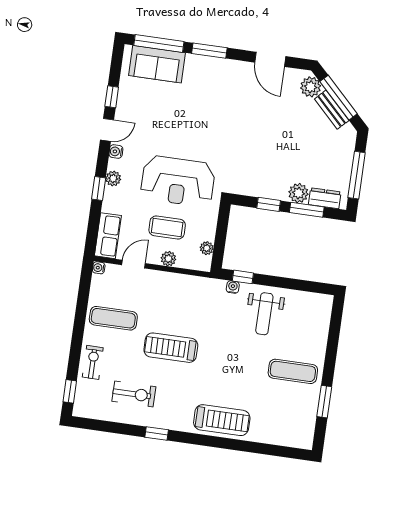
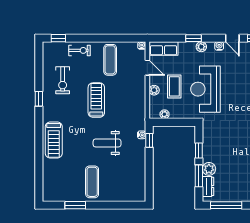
weight bench: (264, 314) -> (107, 143), moved

